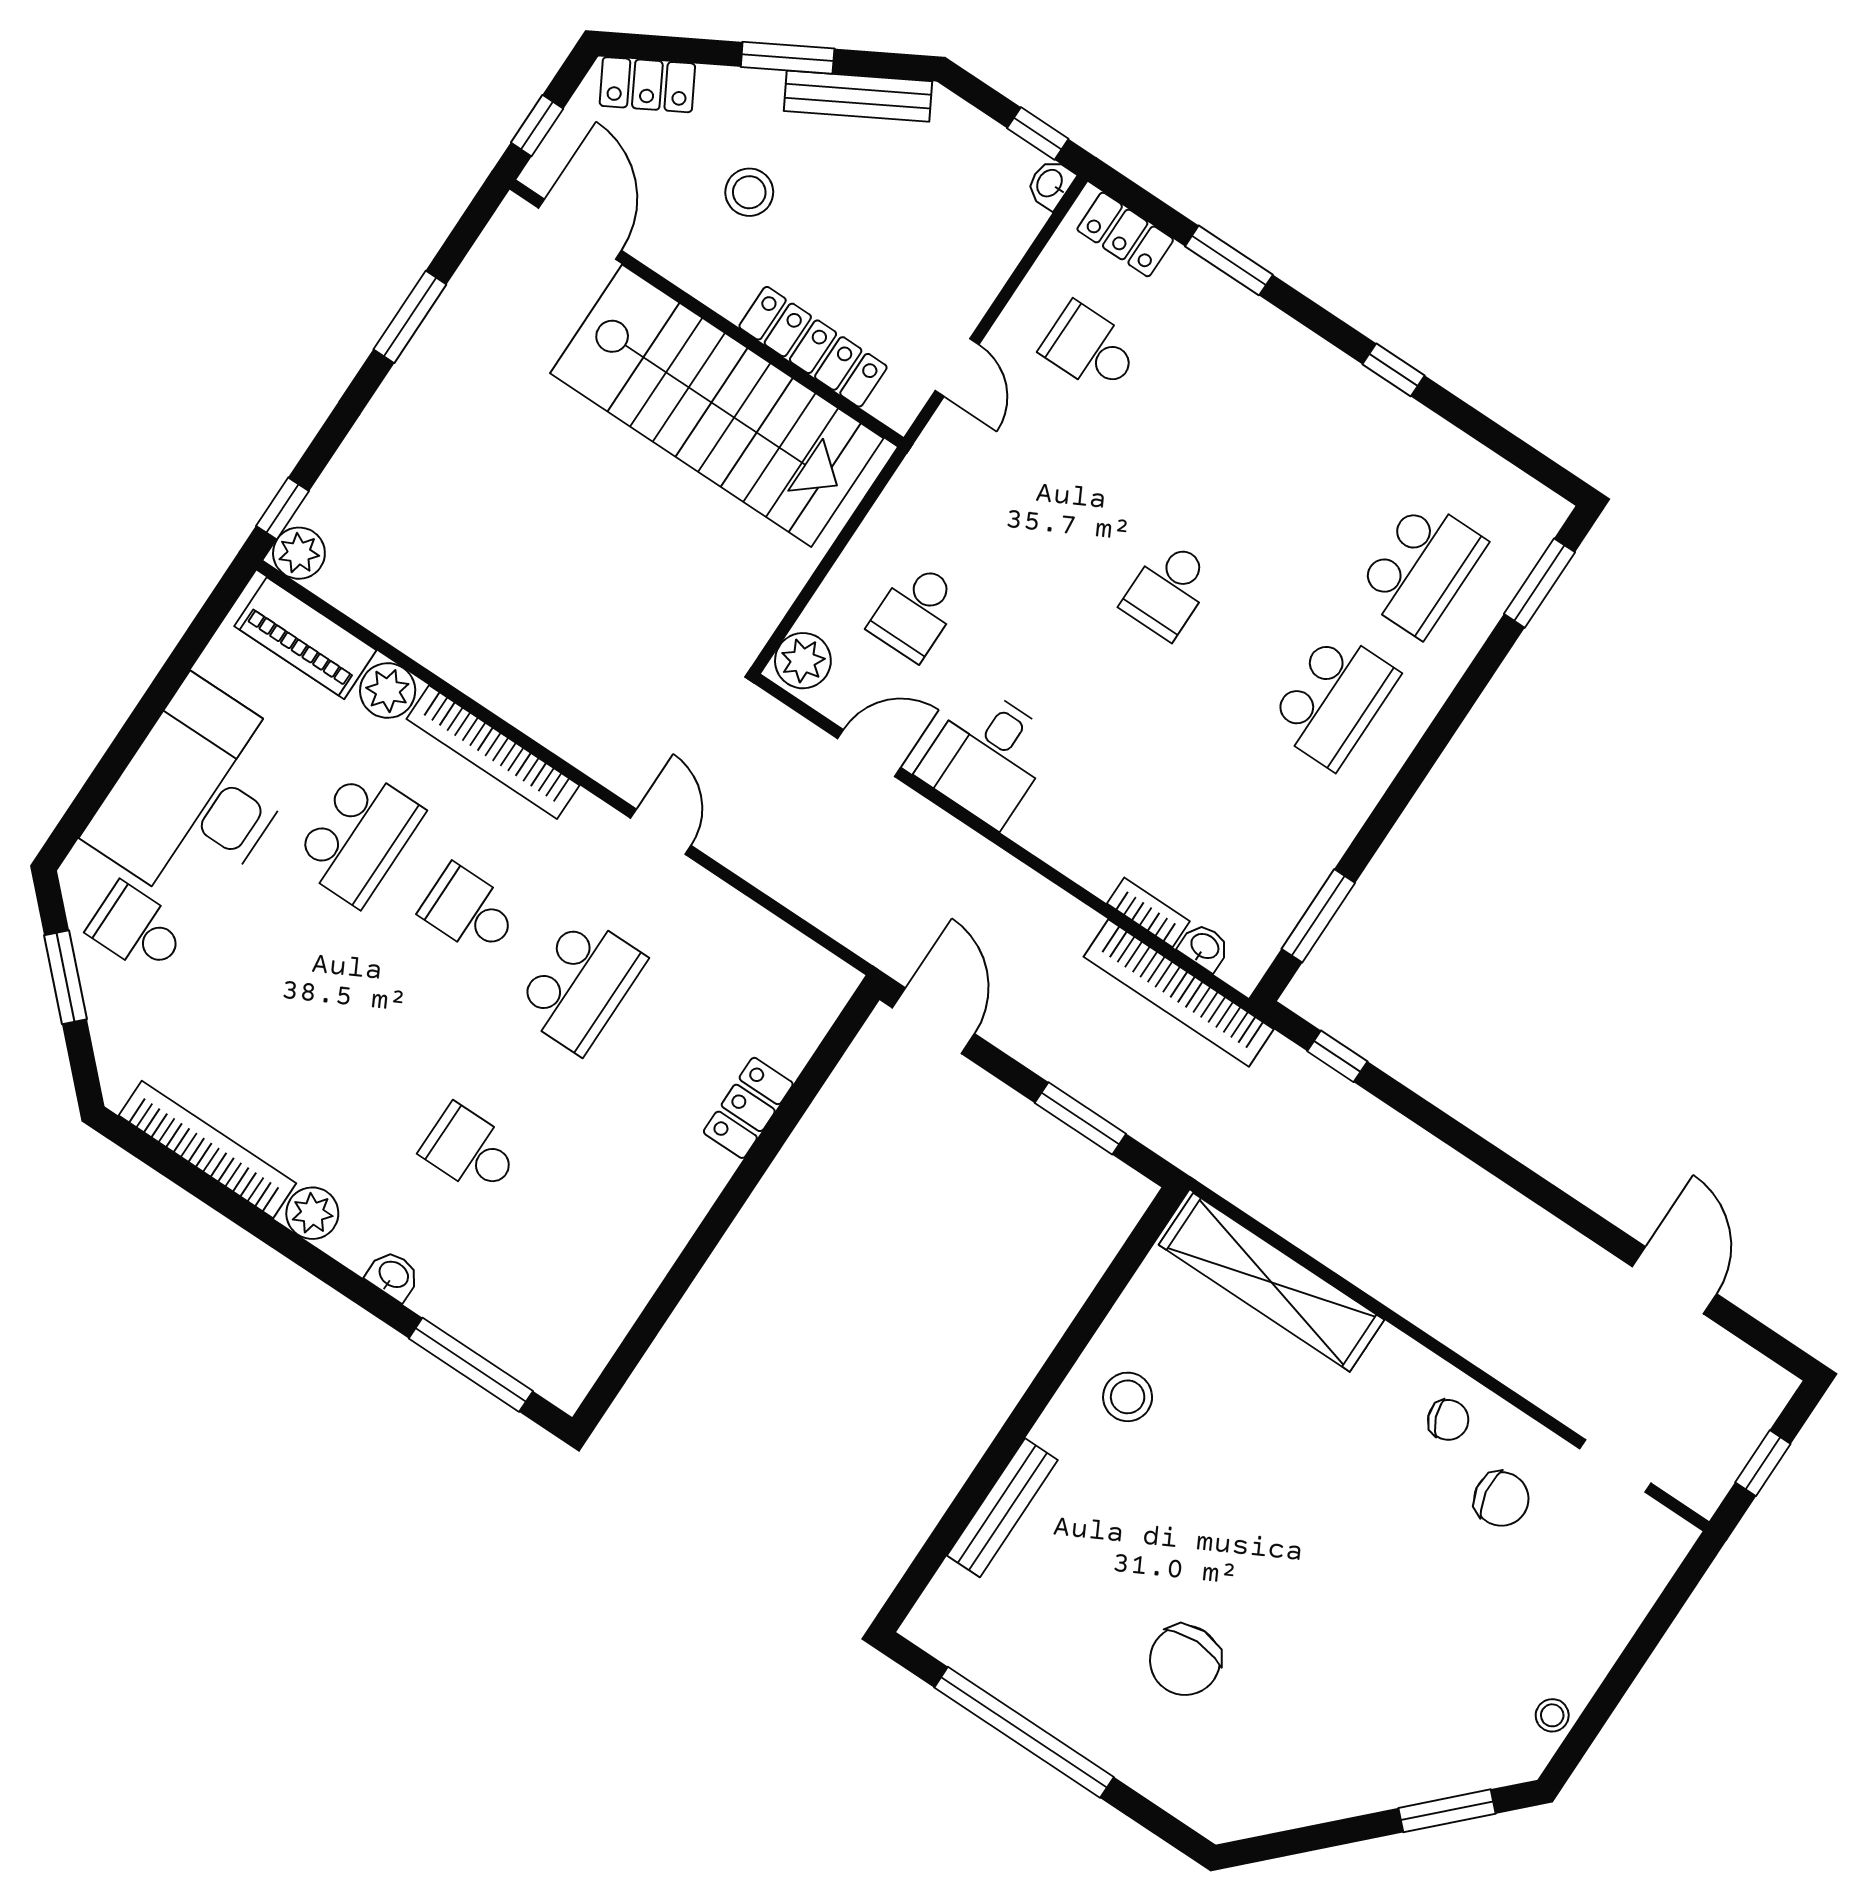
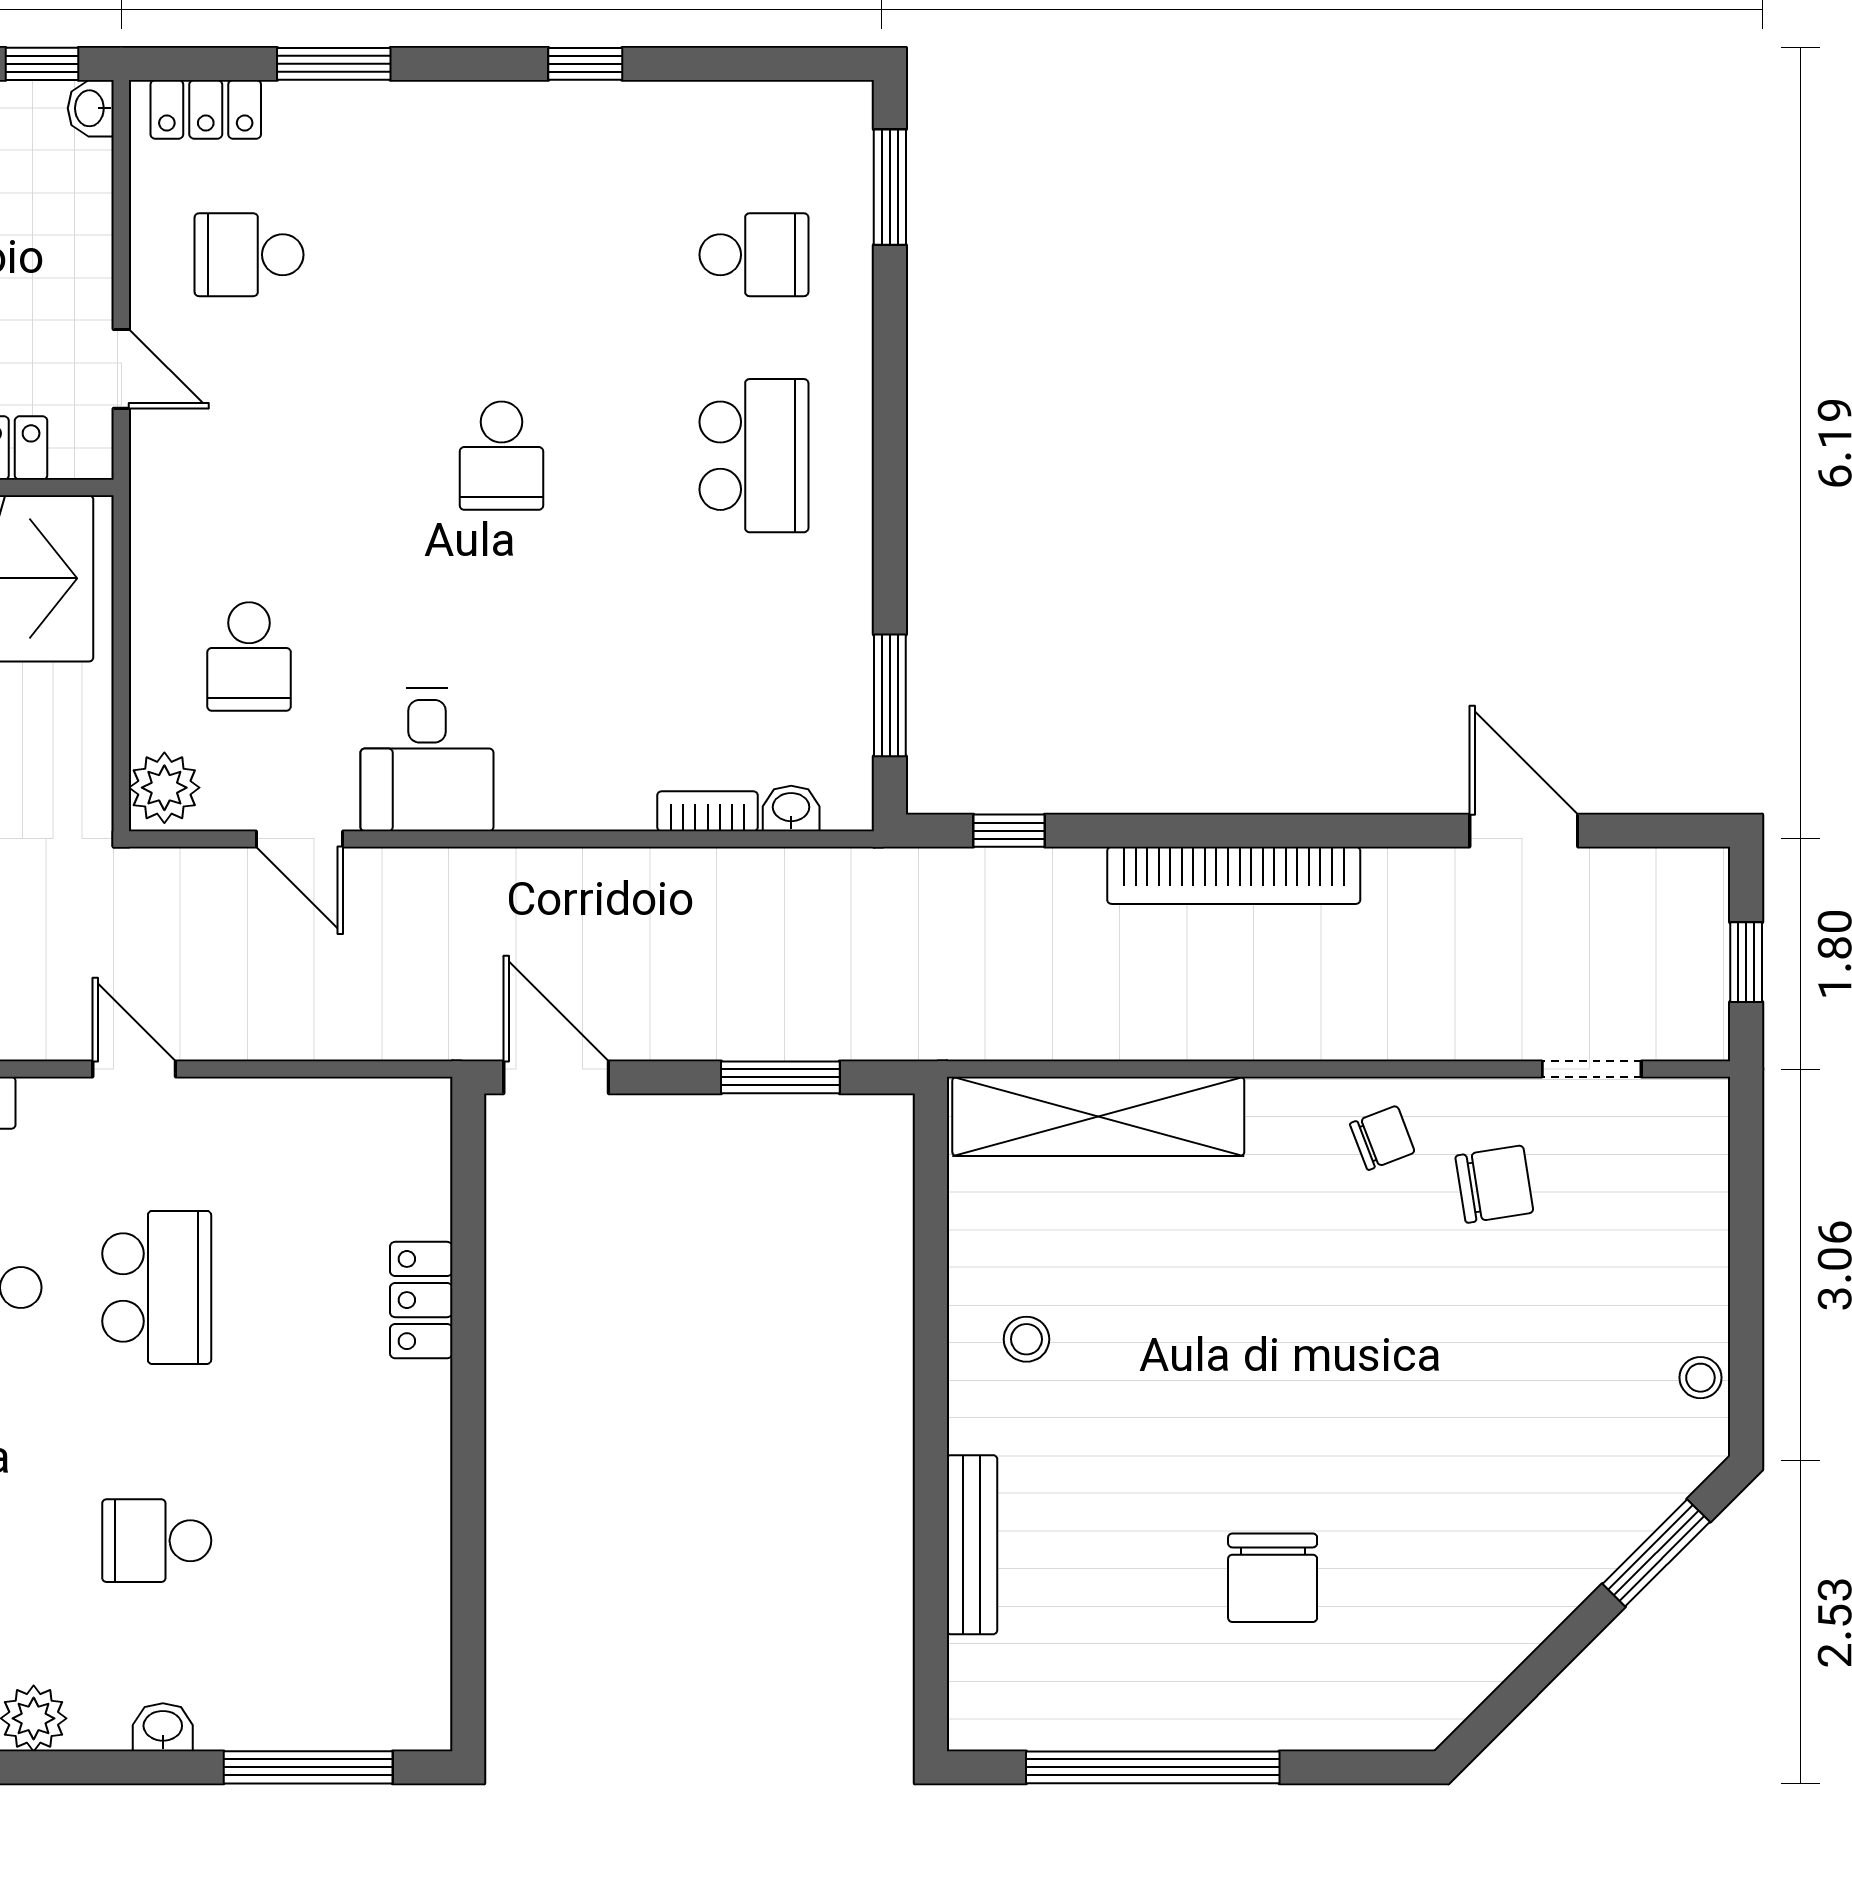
school desk: (1421, 568) -> (754, 255), width x0.54
door: (869, 753) -> (299, 839), swing flipped
bookcase: (1179, 993) -> (1234, 875), moved
stool: (1128, 1397) -> (1026, 1339), width x0.73, depth x0.73

